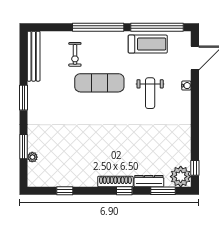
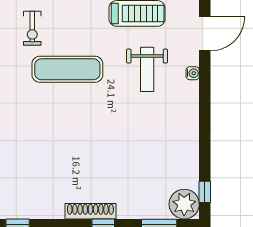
weight bench: (150, 93) -> (147, 69), moved
dresser: (149, 181) -> (139, 211), removed

